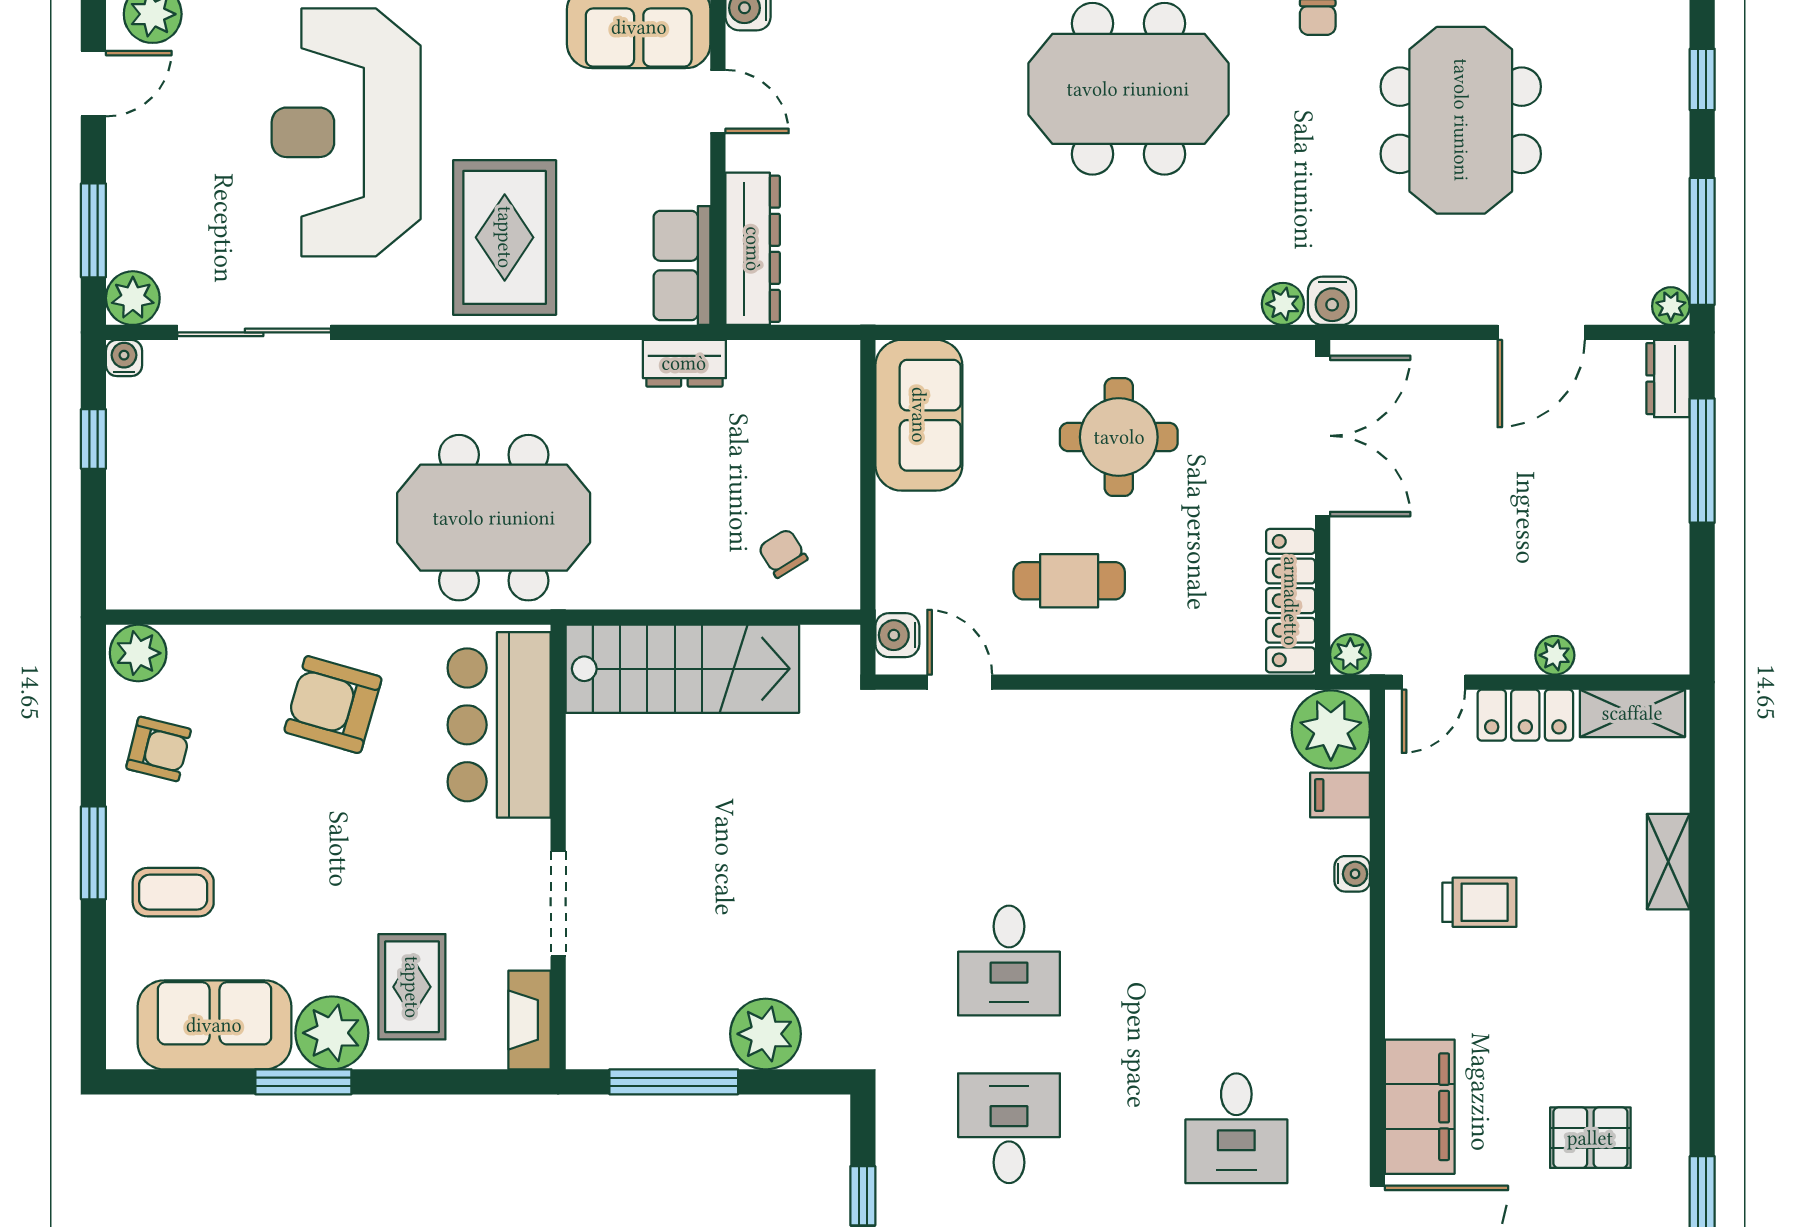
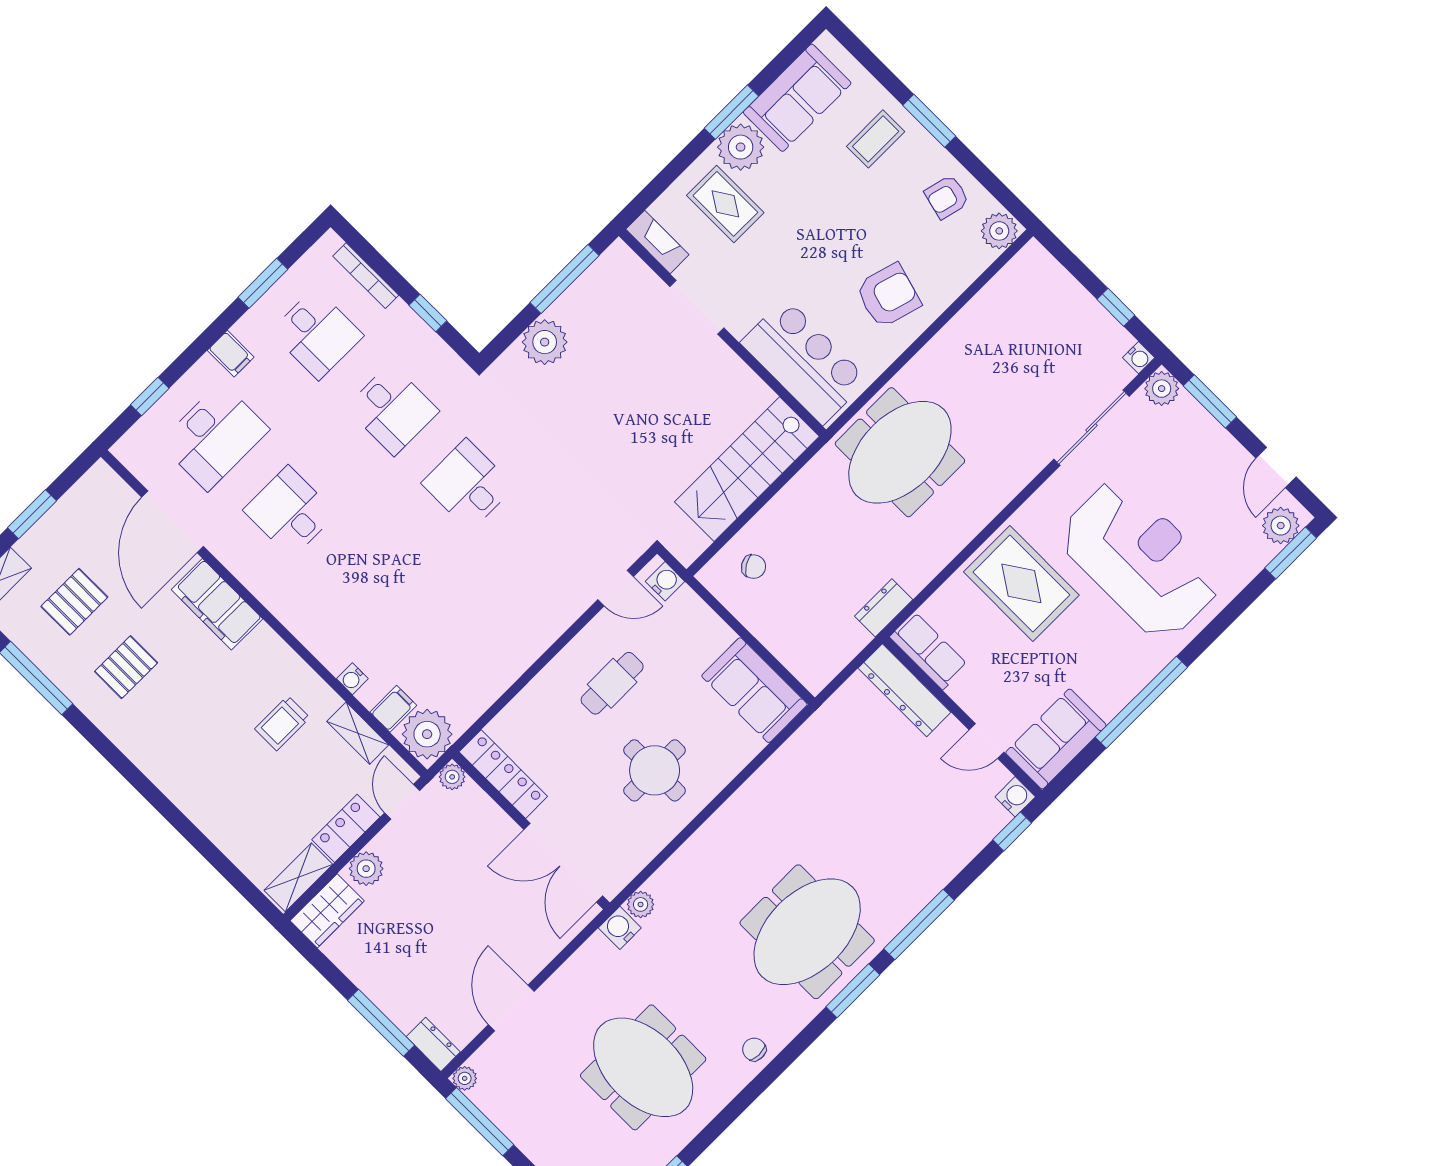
wardrobe: (1637, 644) -> (327, 911), added
plant: (1555, 655) -> (366, 869), width x1.38, depth x1.38
shelving: (1668, 862) -> (358, 733), moved

